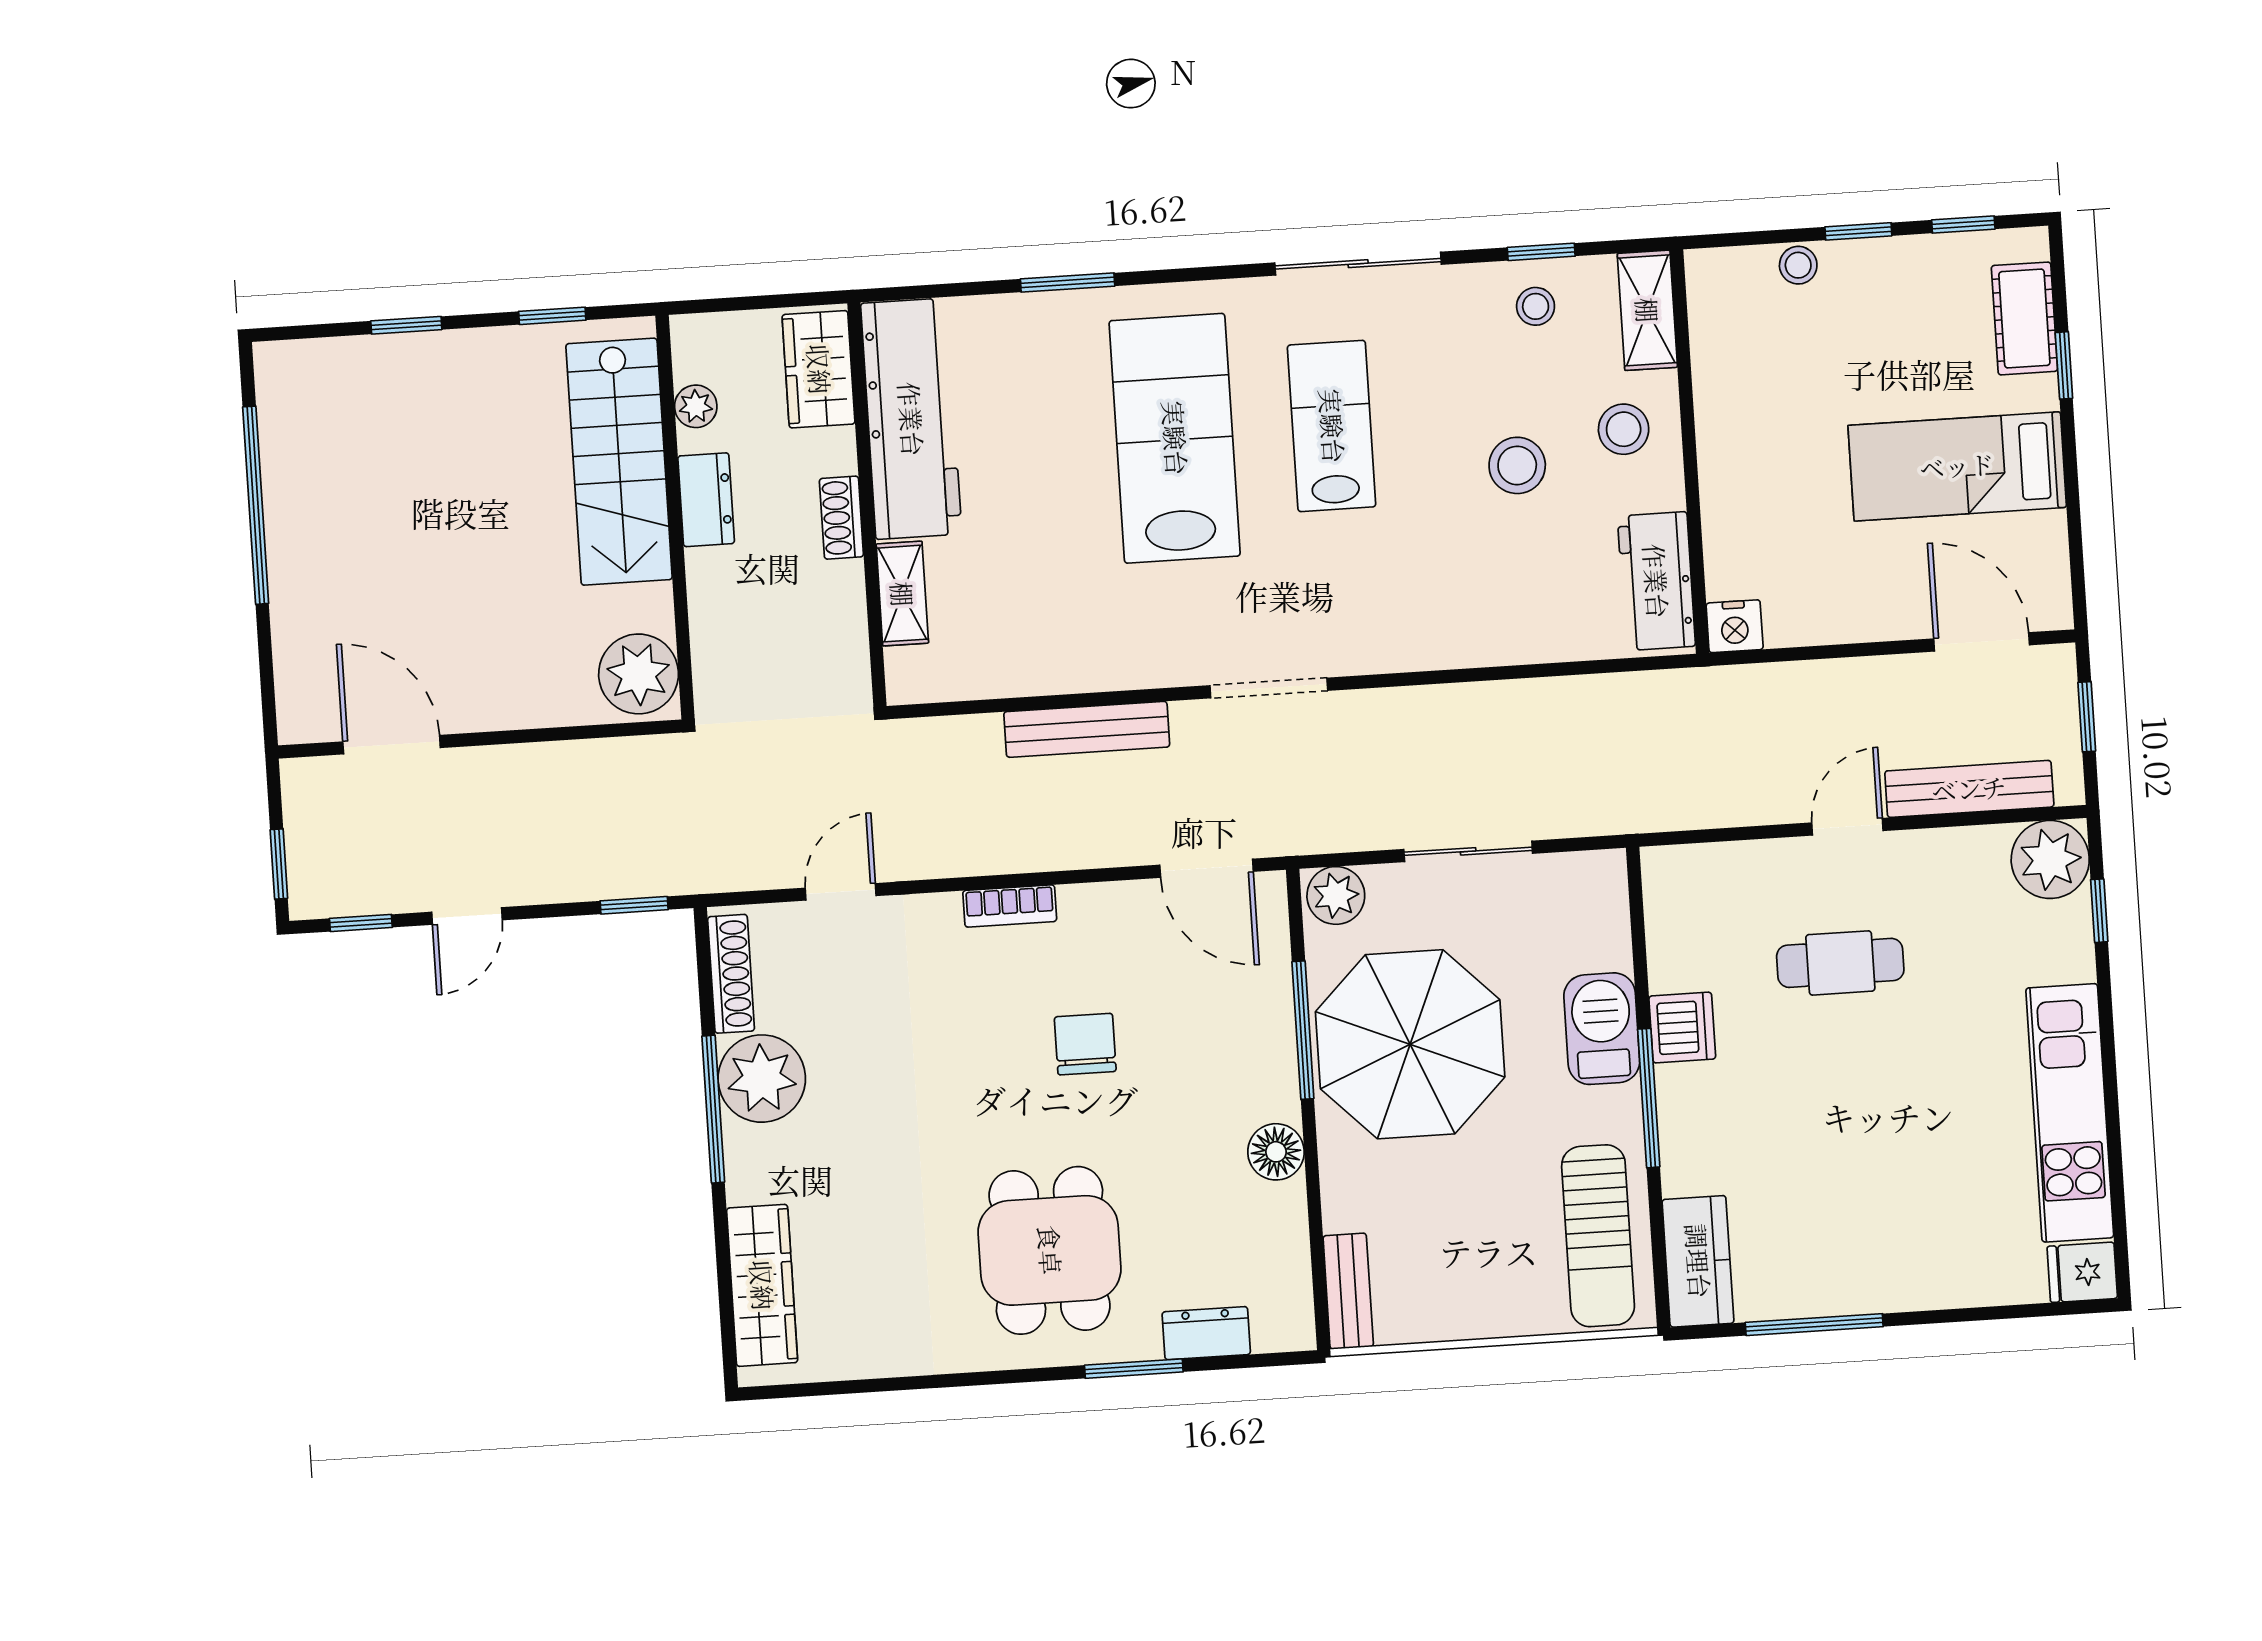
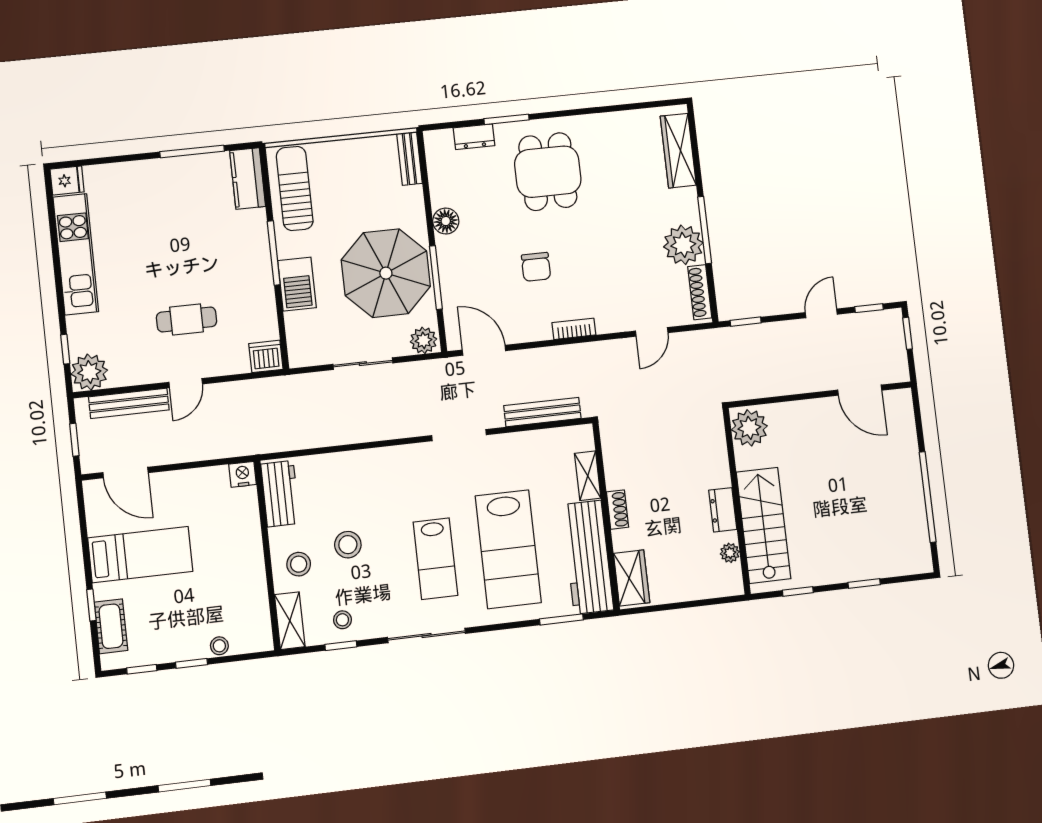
wardrobe: (819, 369) -> (632, 578), moved
workbench: (911, 419) -> (588, 557), moved
wall: (867, 505) -> (606, 516), moved
shoe rack: (841, 518) -> (618, 510), moved
shelving: (902, 594) -> (588, 476), moved
dishwasher: (1682, 1028) -> (266, 356), moved, turned 90

